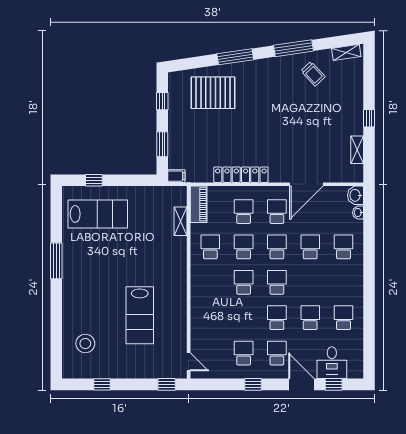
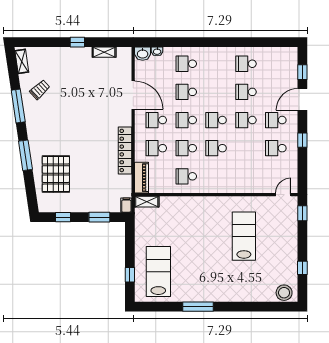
piano: (199, 204) -> (142, 178), moved, turned 90
shelving: (181, 221) -> (147, 202), moved
lab bench: (140, 315) -> (244, 236), turned -90
stool: (85, 343) -> (284, 293), moved
desk: (332, 363) -> (284, 74), removed

